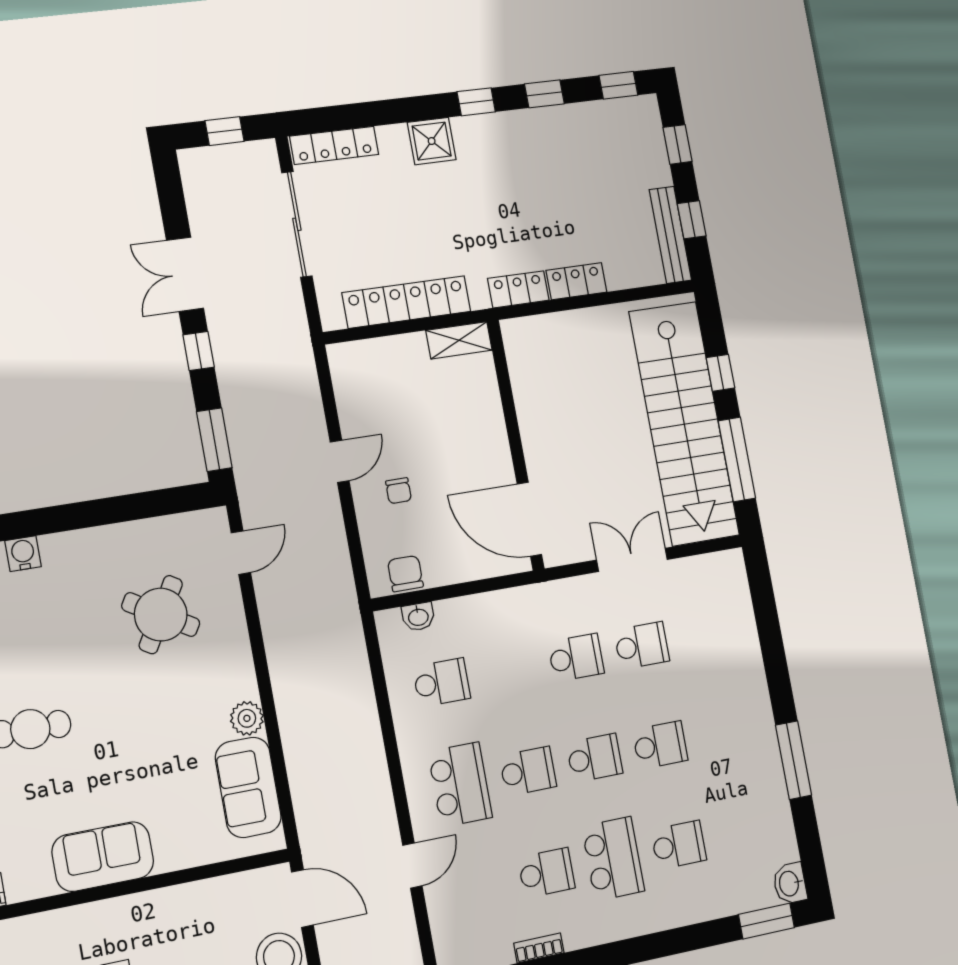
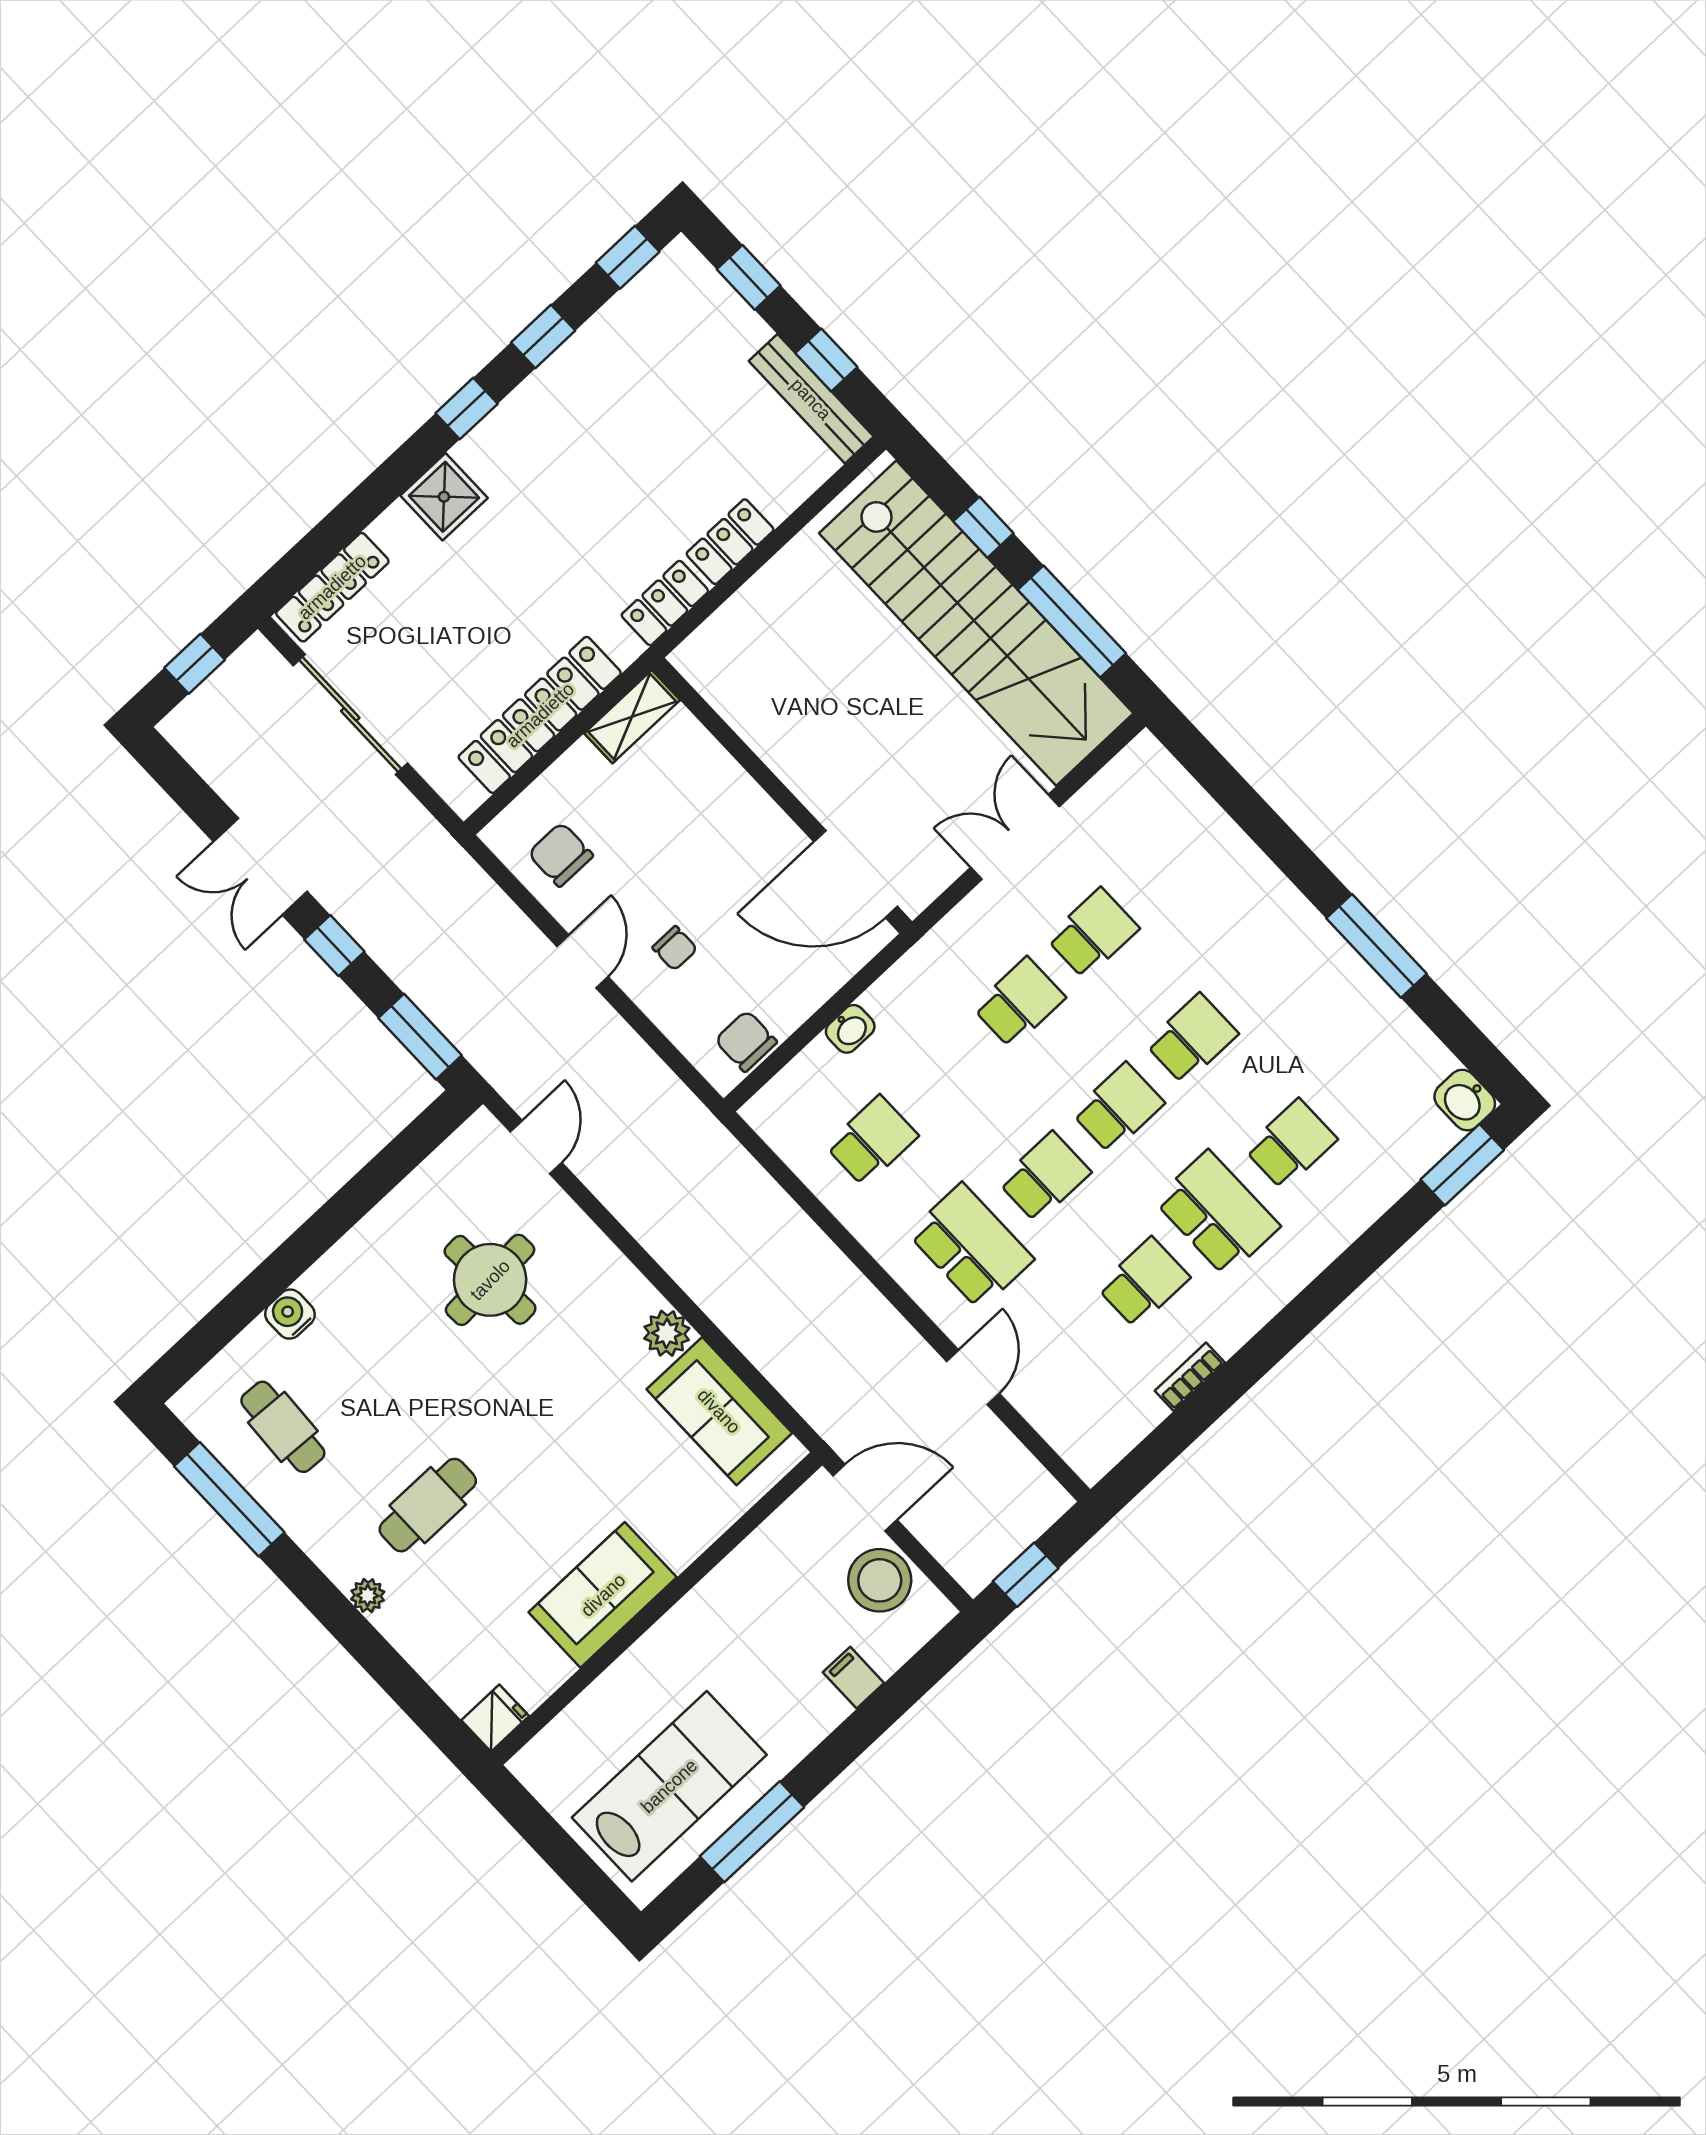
chair: (367, 390) -> (561, 855), added
round table: (161, 615) -> (490, 1280), turned -34
washbasin: (418, 617) -> (850, 1029), moved

